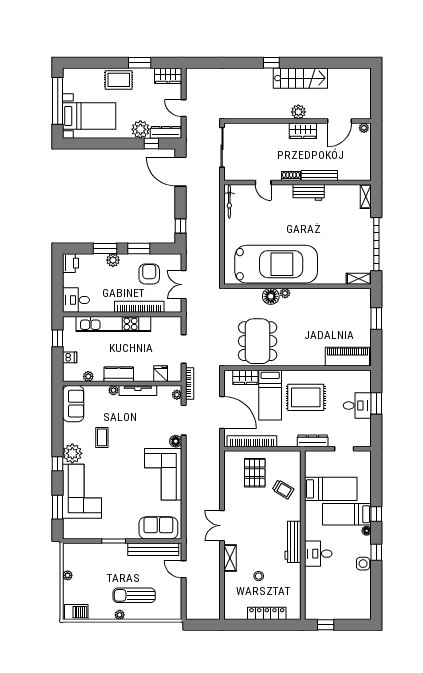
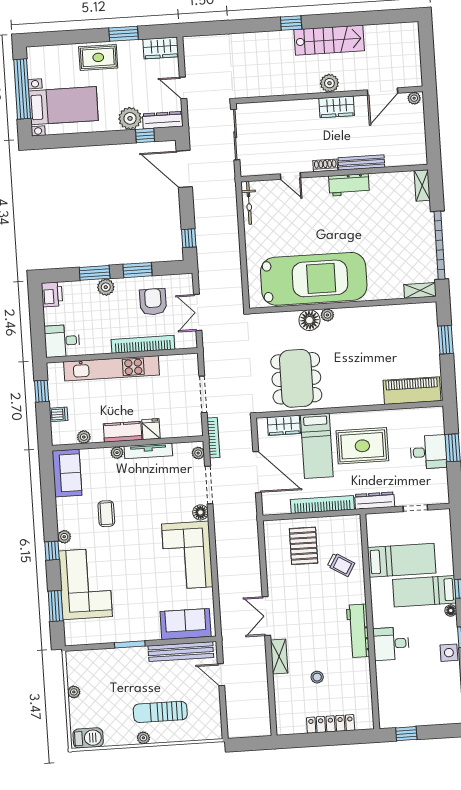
fridge: (161, 374) -> (151, 429), moved
bookcase: (252, 441) -> (322, 505), moved
plant: (72, 453) -> (64, 537), width x0.53, depth x0.53

